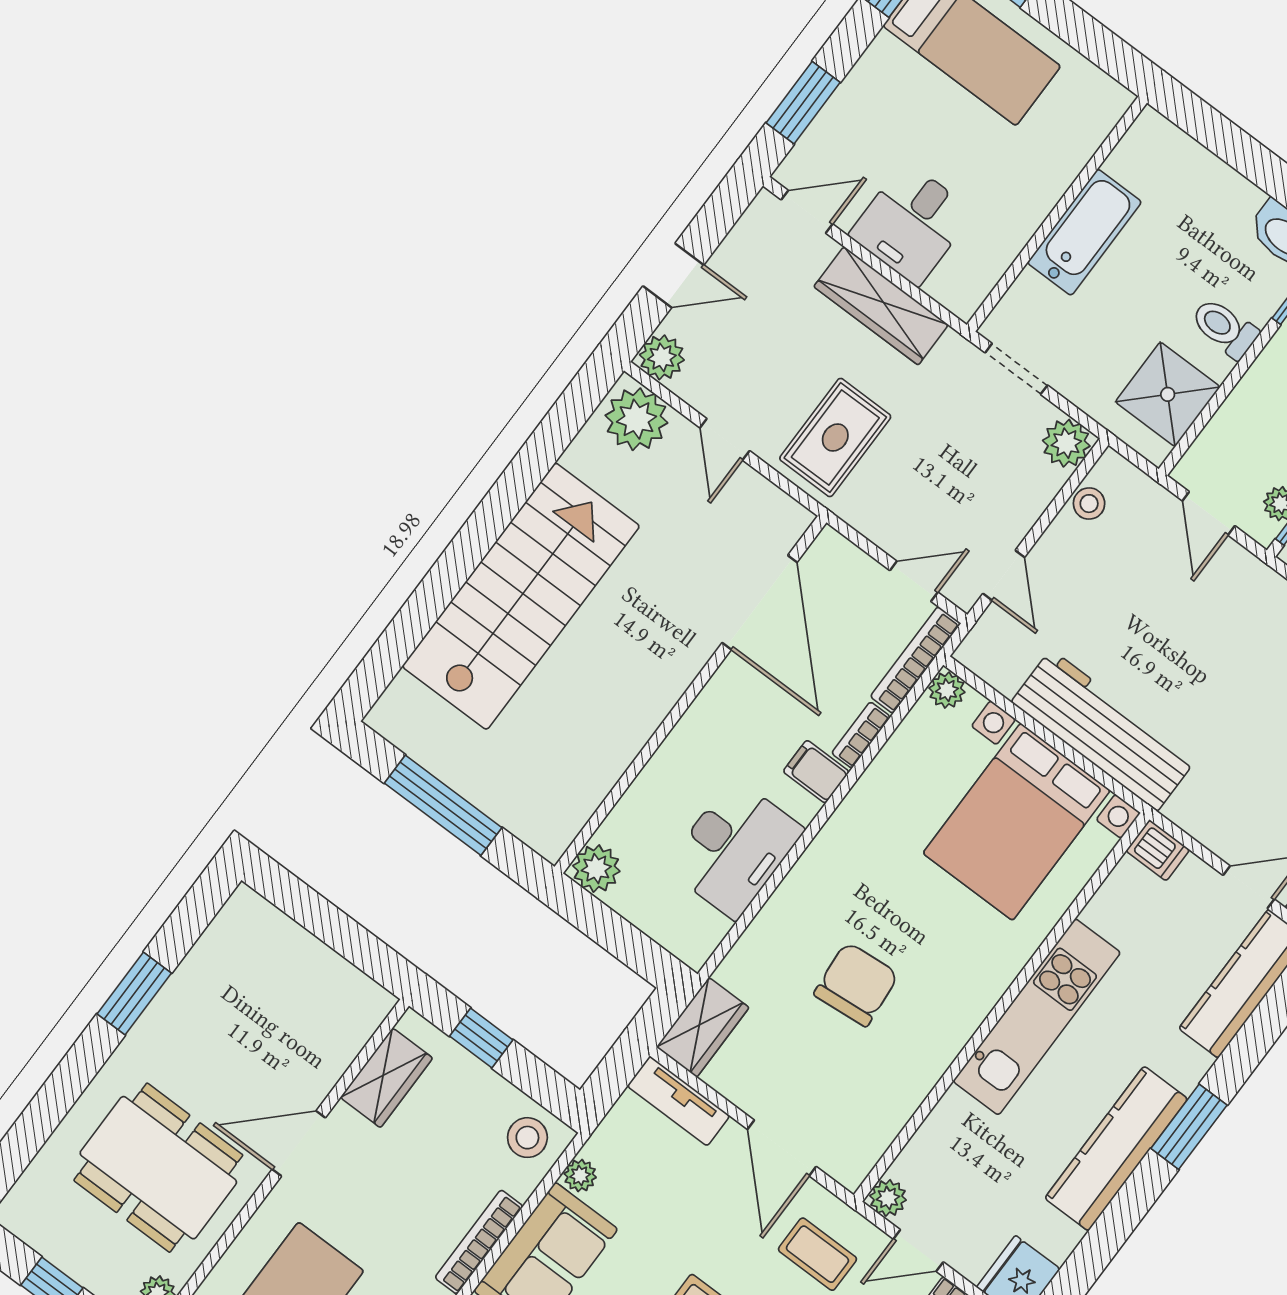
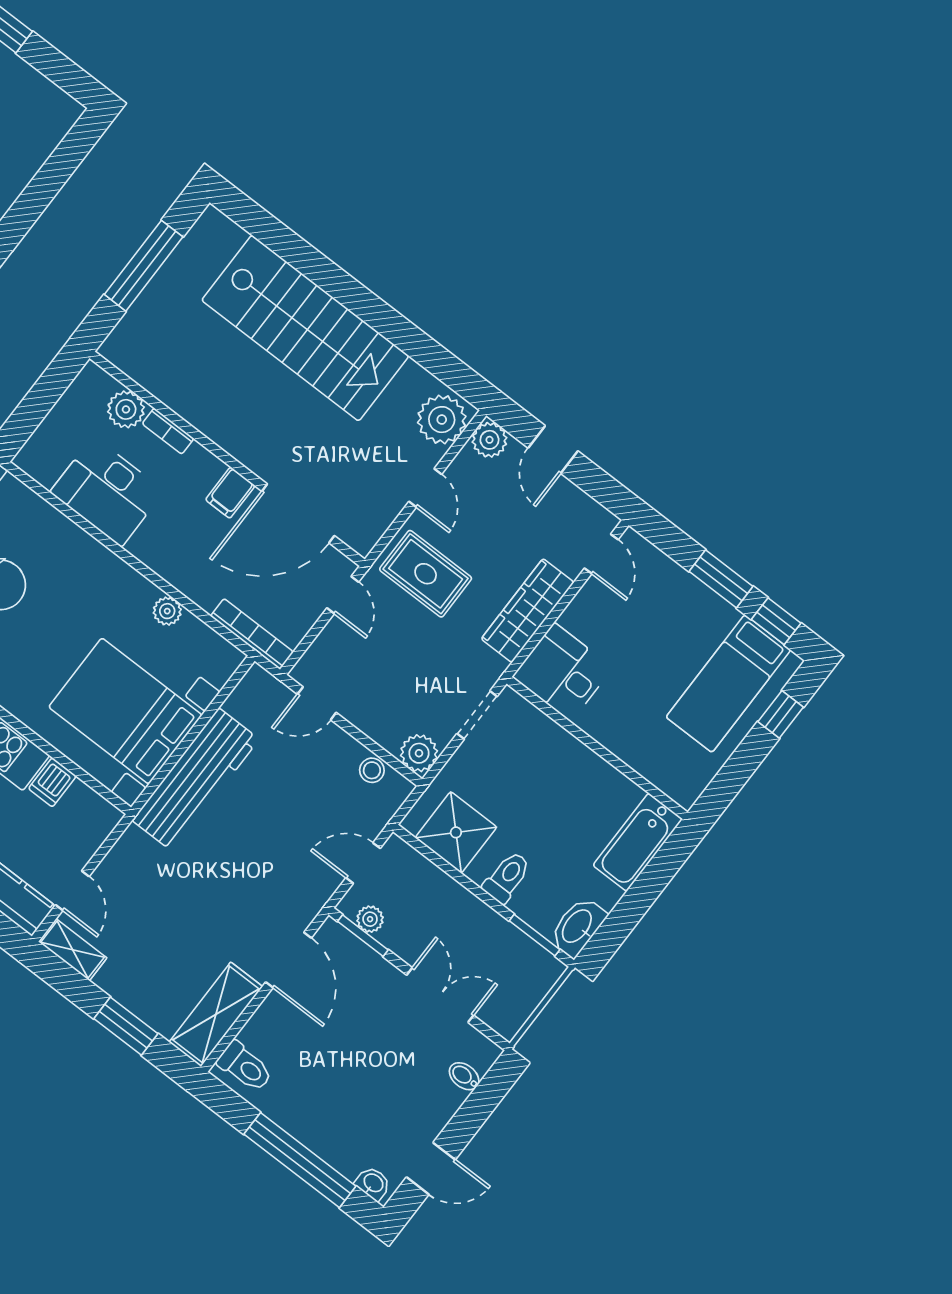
window: (803, 103) -> (721, 579), moved
desk: (912, 223) -> (562, 672), moved
bathtub: (1084, 232) -> (638, 842), moved, turned 90
door: (725, 439) -> (425, 488), swing flipped
door: (914, 581) -> (343, 595), moved
plant: (947, 690) -> (167, 611), moved
bookcase: (861, 735) -> (168, 431), moved, turned 180
filing cabinet: (816, 772) -> (230, 493), moved, turned 180
dishwasher: (1158, 850) -> (52, 782), moved
plant: (596, 869) -> (126, 409), moved

